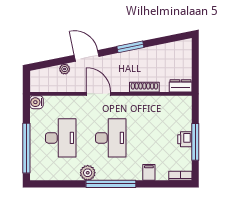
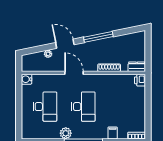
window: (130, 47) -> (98, 37), width x1.44
printer: (185, 139) -> (140, 80), moved
window: (195, 142) -> (148, 110), removed
window: (26, 148) -> (19, 114), removed

